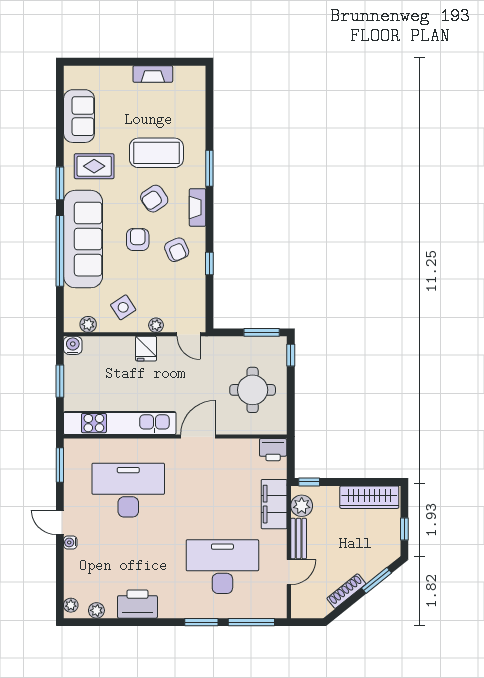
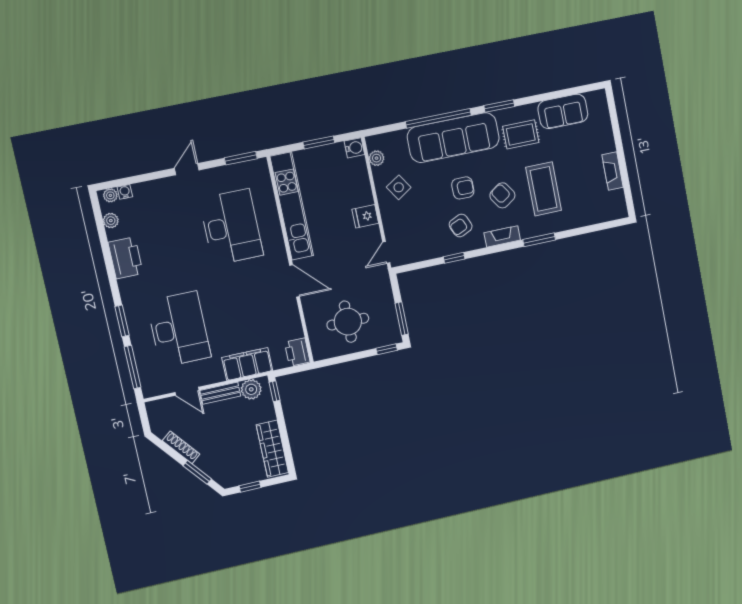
rug: (94, 166) -> (521, 134), turned 90
plant: (156, 325) -> (389, 221), removed
water cooler: (70, 542) -> (125, 192), moved

